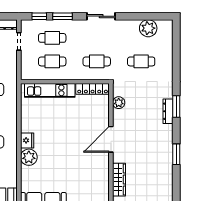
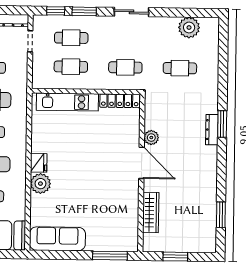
plant: (119, 103) -> (151, 138), moved
door: (111, 139) -> (141, 163), swing flipped
window: (176, 154) -> (221, 215), moved

